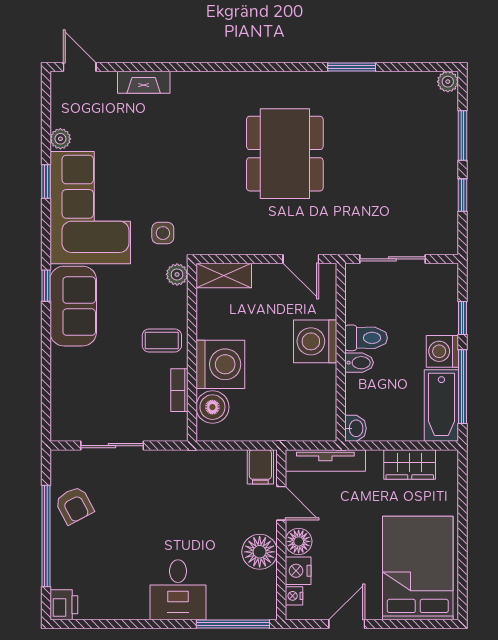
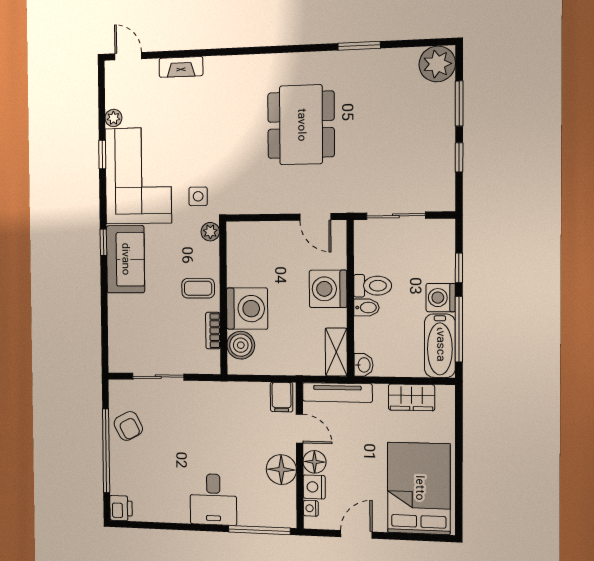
plant: (448, 82) -> (437, 64), width x1.87, depth x1.87
shelving: (224, 275) -> (336, 352), moved, turned 90

